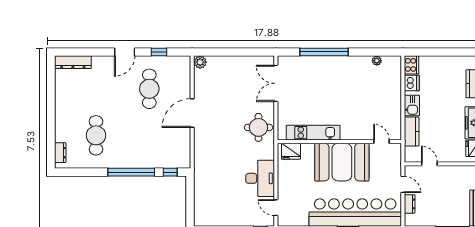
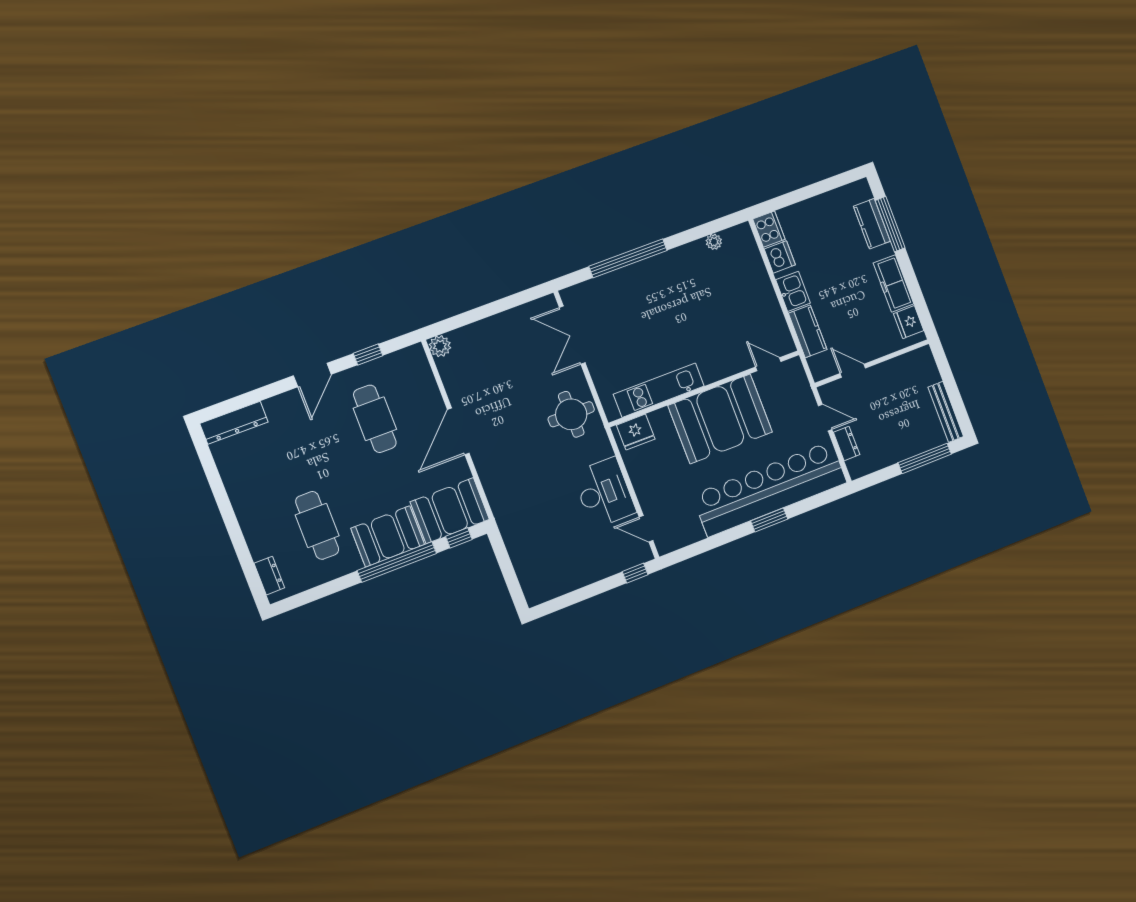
booth: (171, 155) -> (450, 511), added
booth: (132, 156) -> (388, 536), added

